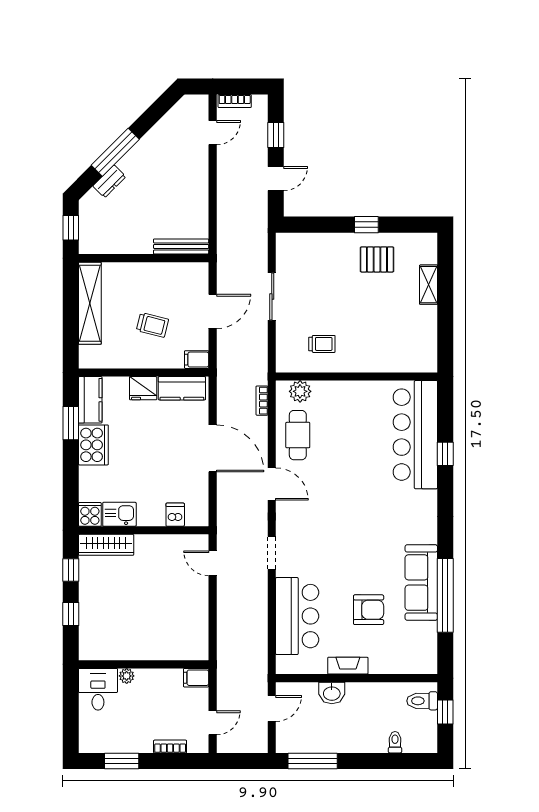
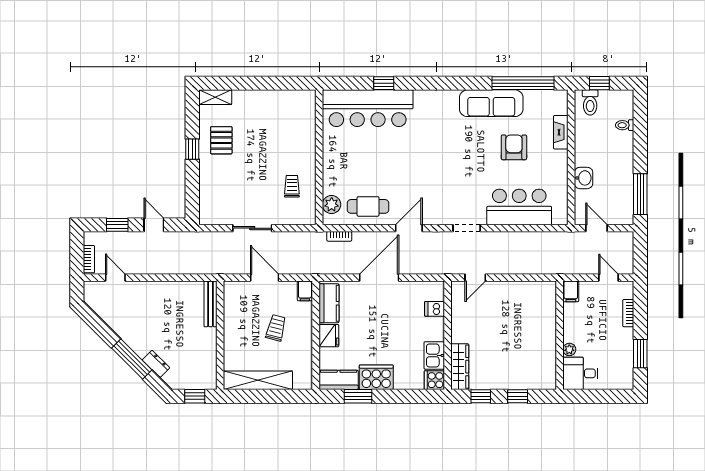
shelving: (429, 285) -> (215, 97), moved
window: (445, 595) -> (523, 83), moved
fireplace: (348, 666) -> (561, 132), moved

